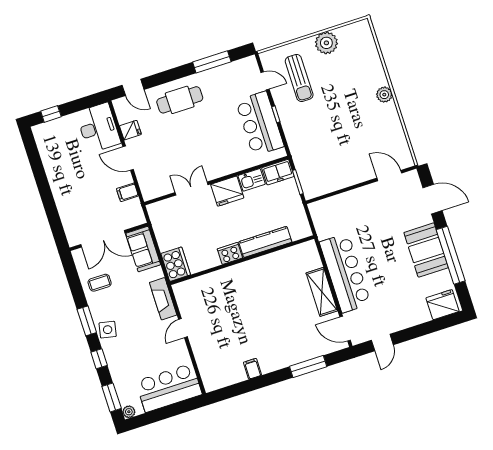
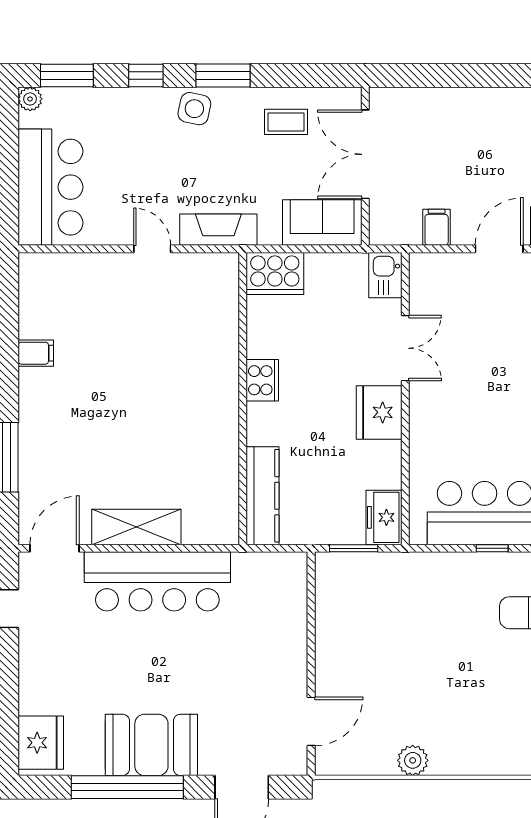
plant: (384, 95) -> (413, 760), moved
kitchen sink: (252, 180) -> (385, 275), moved
kitchen counter: (265, 242) -> (262, 496), moved
coffee table: (100, 283) -> (286, 122), turned 90

